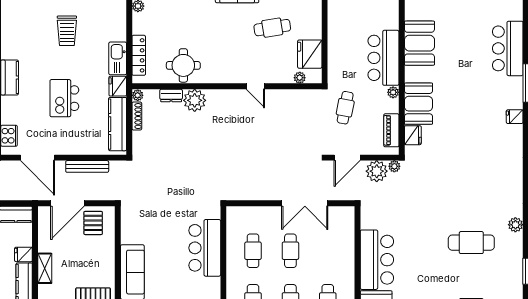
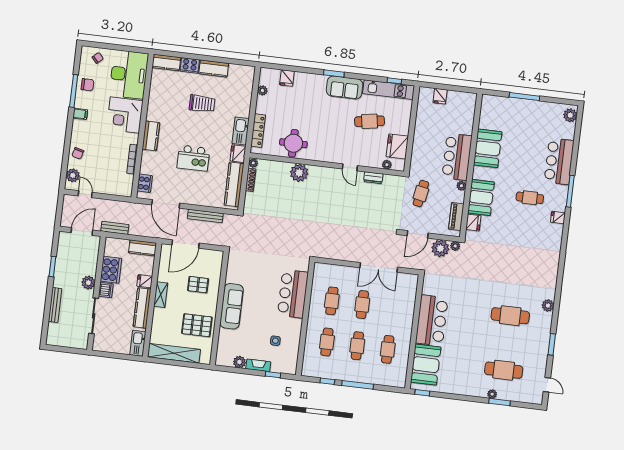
trolley: (67, 31) -> (202, 104), turned -90
dresser: (171, 95) -> (373, 178), moved
cafe table: (478, 97) -> (530, 198), added
kitchen island: (64, 98) -> (193, 158), turned -90
pallet: (93, 223) -> (198, 285), moved, turned 90

